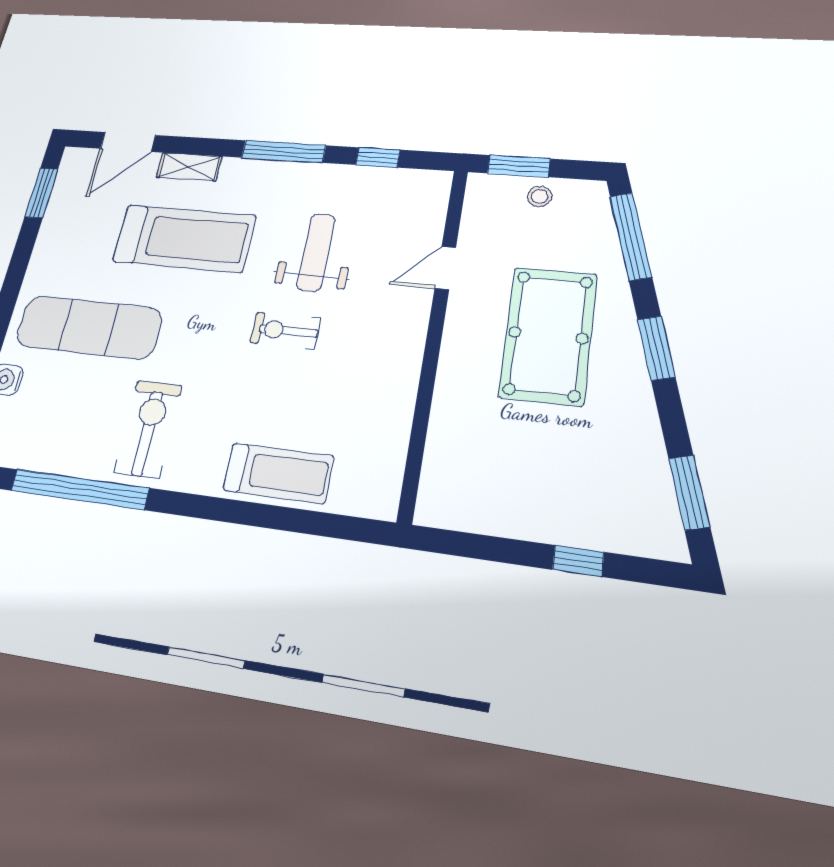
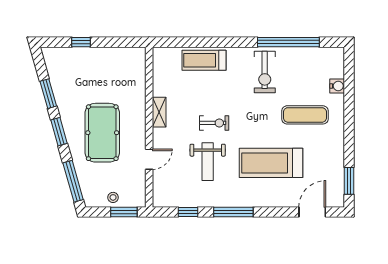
shelving: (189, 167) -> (159, 112), moved, turned 90
exercise mat: (89, 327) -> (305, 115), width x0.73, depth x0.69
window: (689, 492) -> (48, 94), moved

